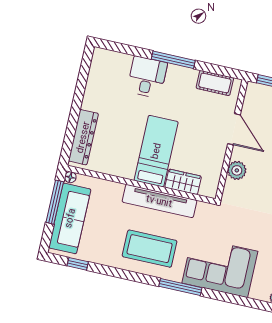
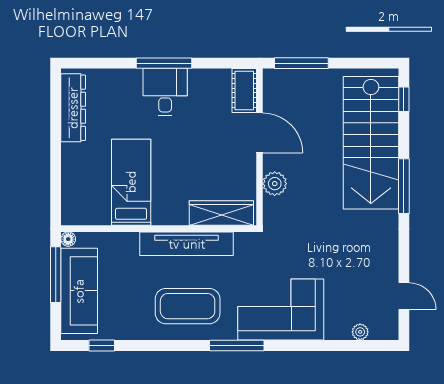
desk: (147, 77) -> (165, 92), moved
cot: (215, 83) -> (244, 91), moved, turned 90
dresser: (83, 137) -> (73, 108), moved
bed: (156, 151) -> (131, 182), moved
wardrobe: (183, 182) -> (221, 213), width x1.50

